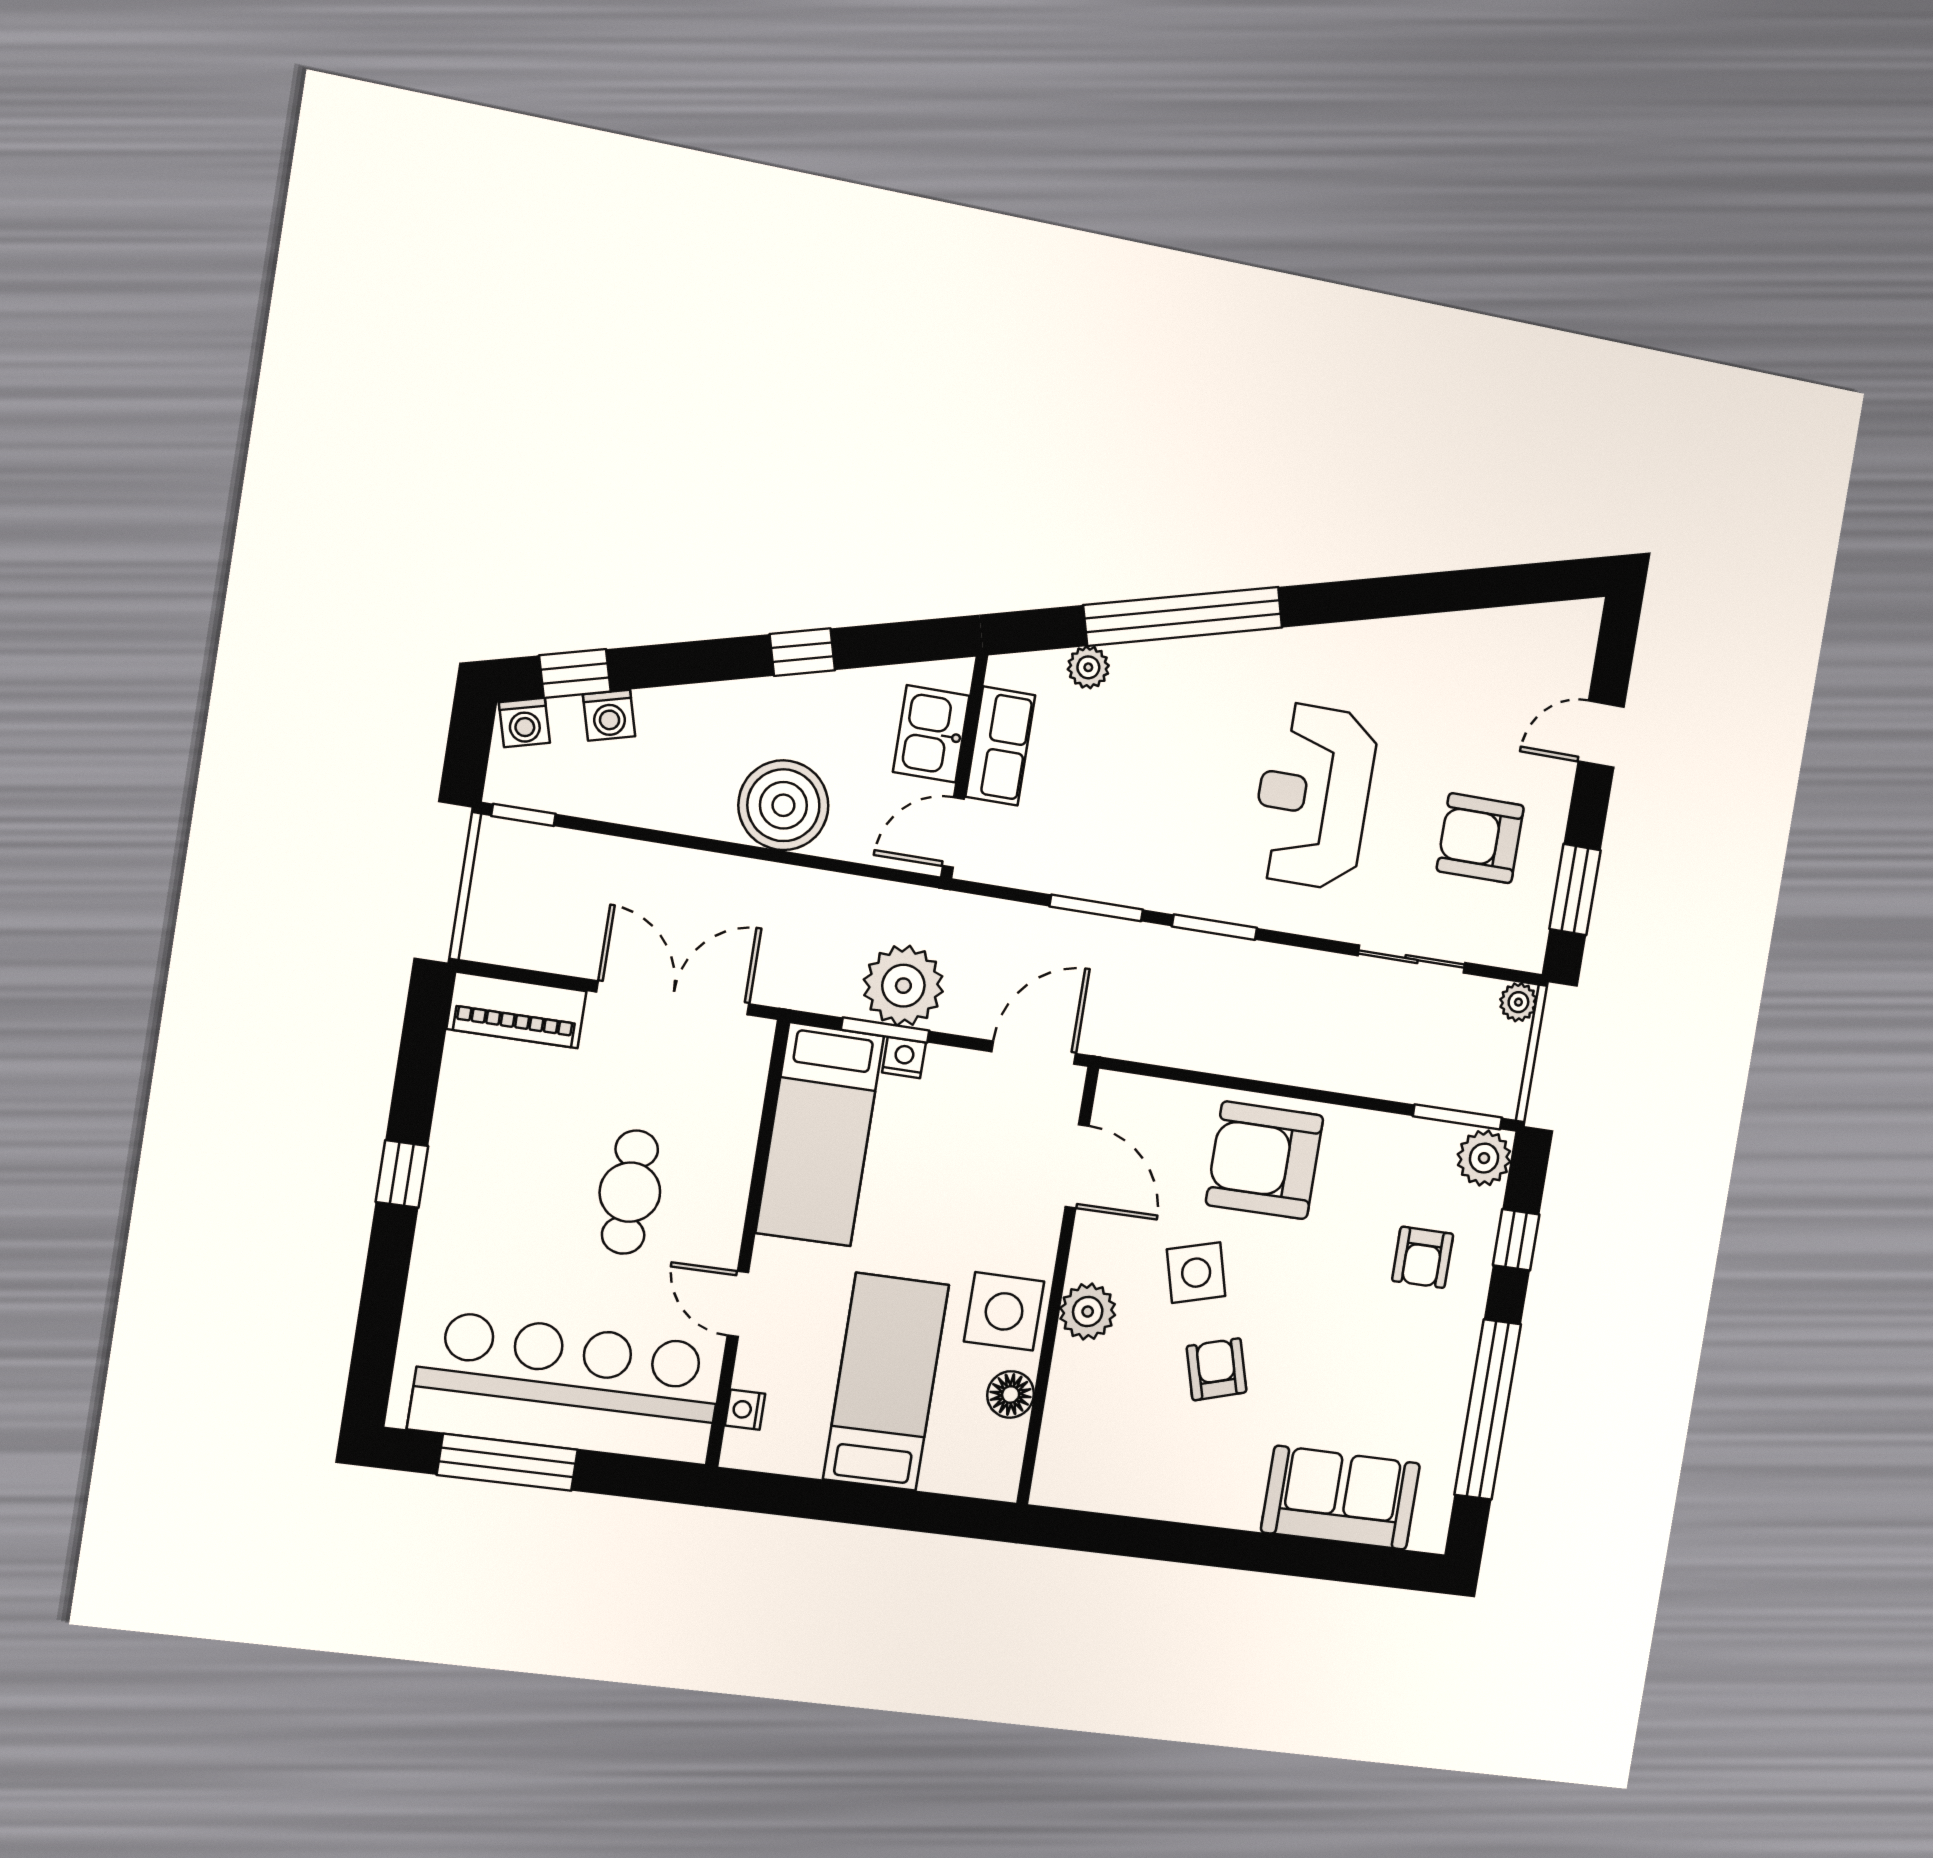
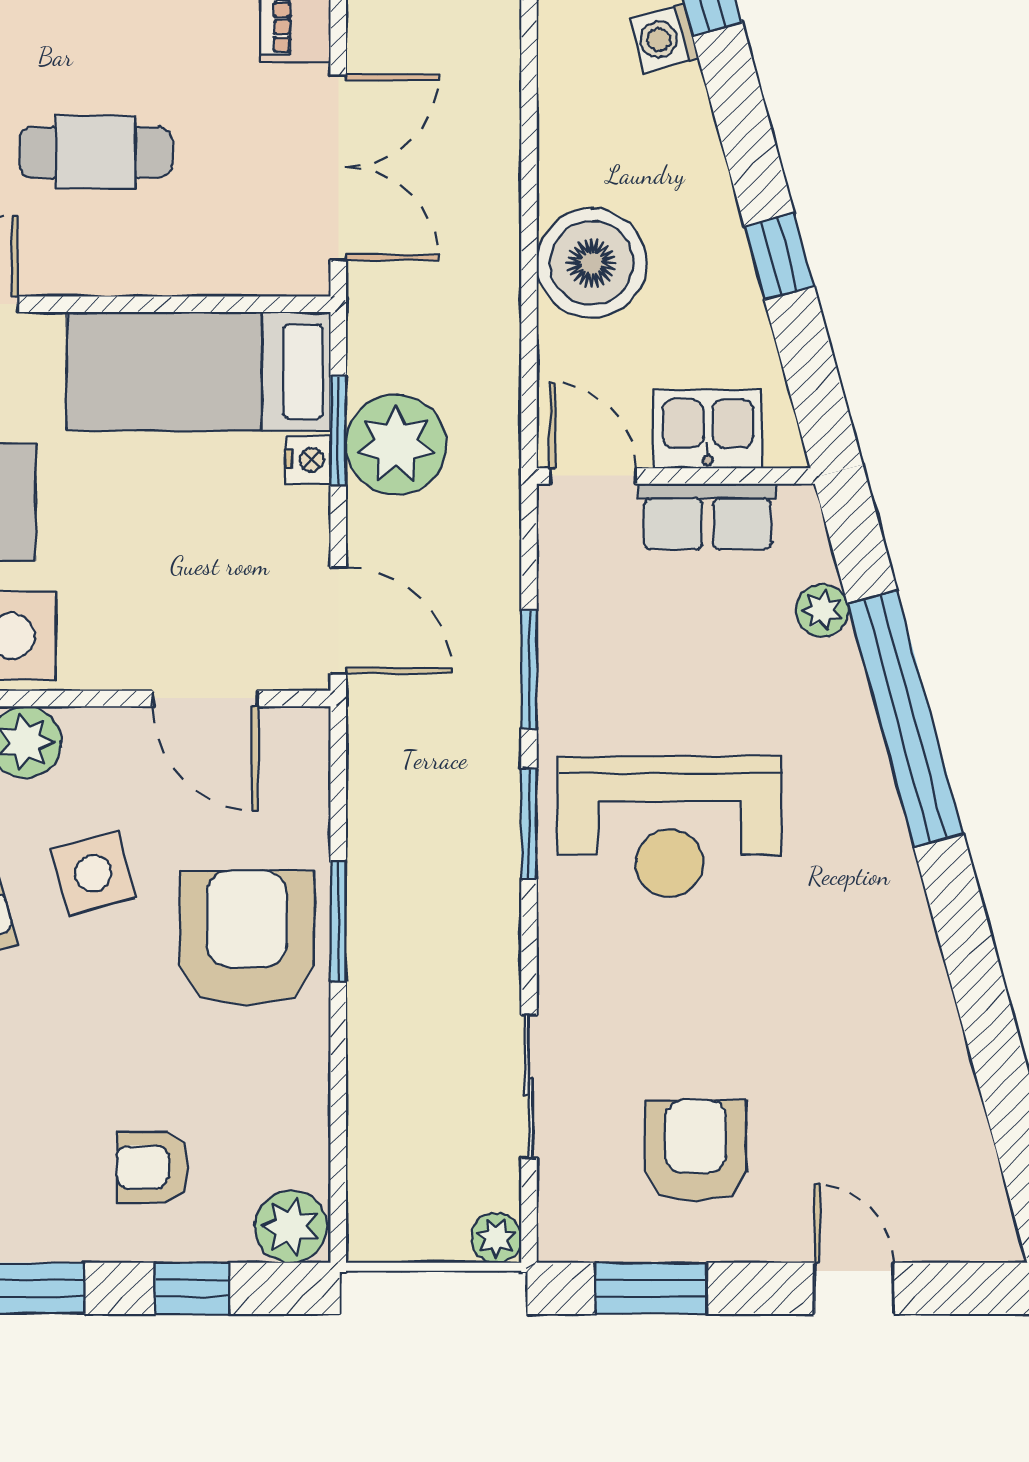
reception desk: (1313, 796) -> (669, 827), moved, turned 180
window: (1457, 1117) -> (338, 921), moved
door: (1077, 1166) -> (205, 698), hinge flipped

